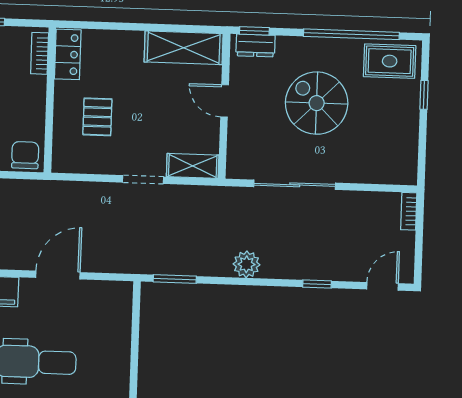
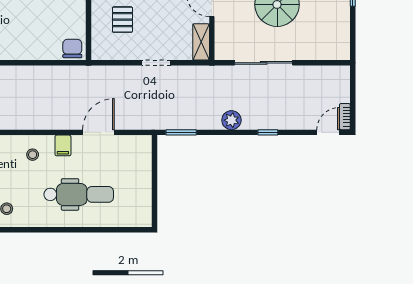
shelving: (193, 166) -> (201, 42), moved, turned 90
bookcase: (409, 211) -> (345, 117), moved
window: (317, 284) -> (268, 132), moved

